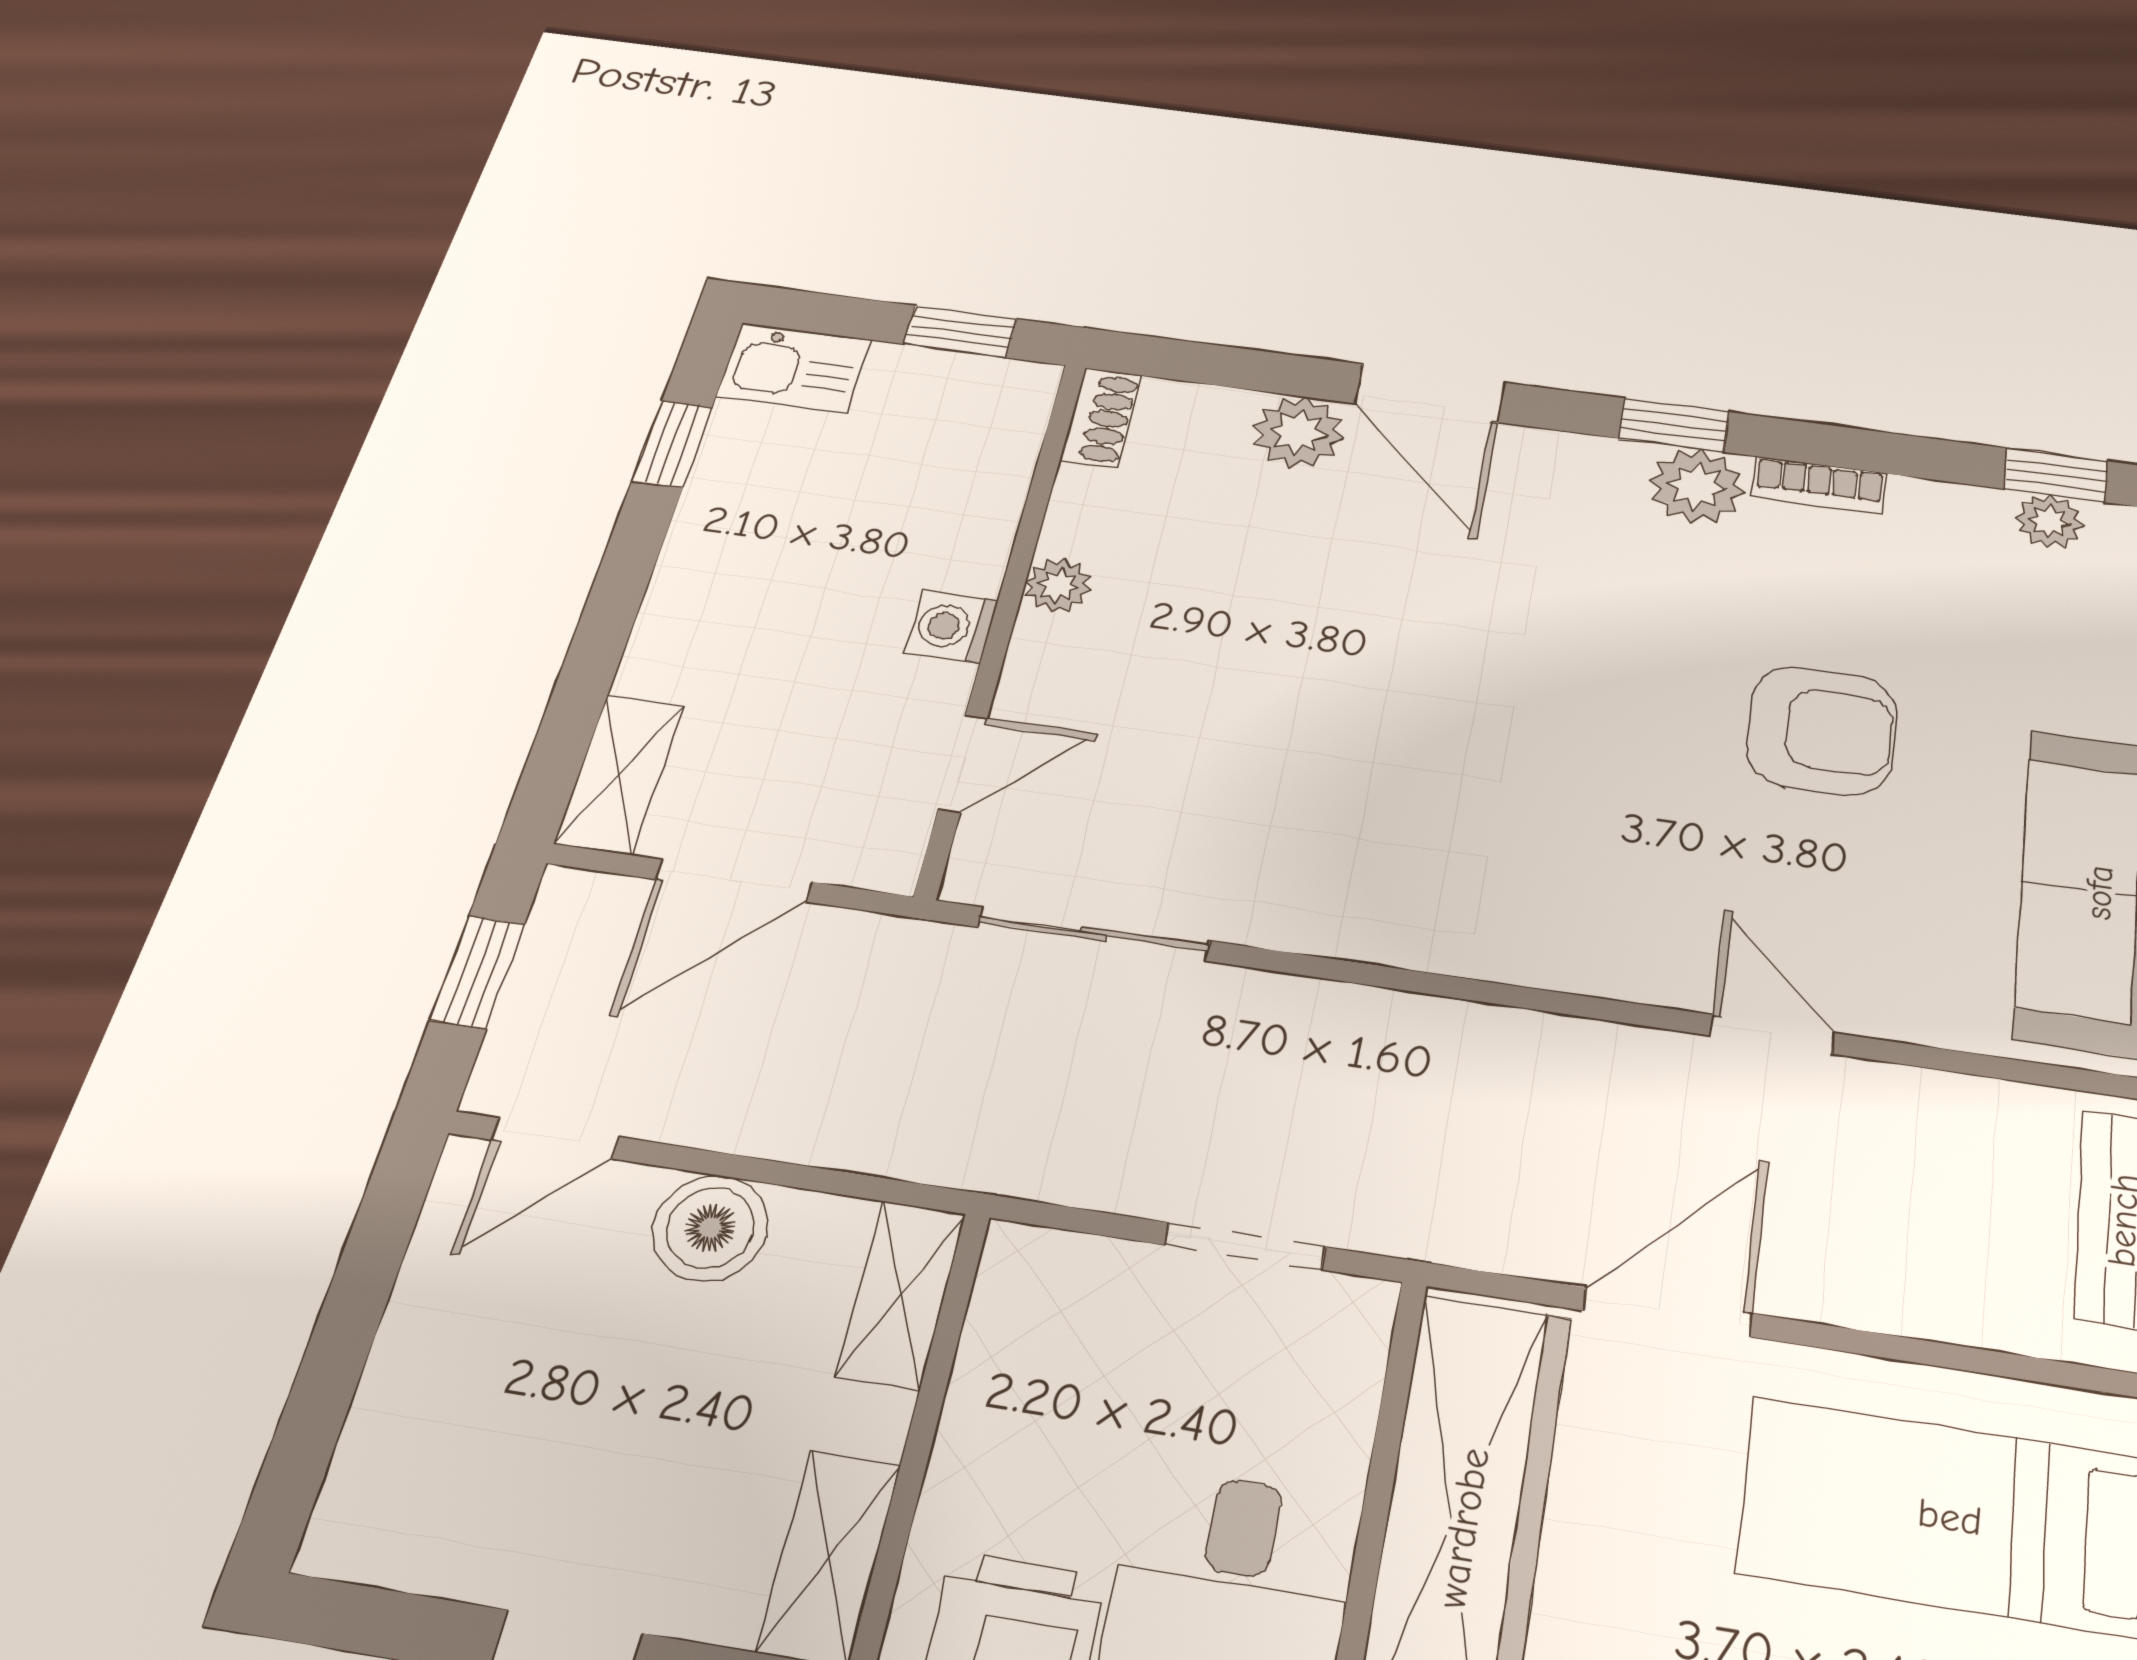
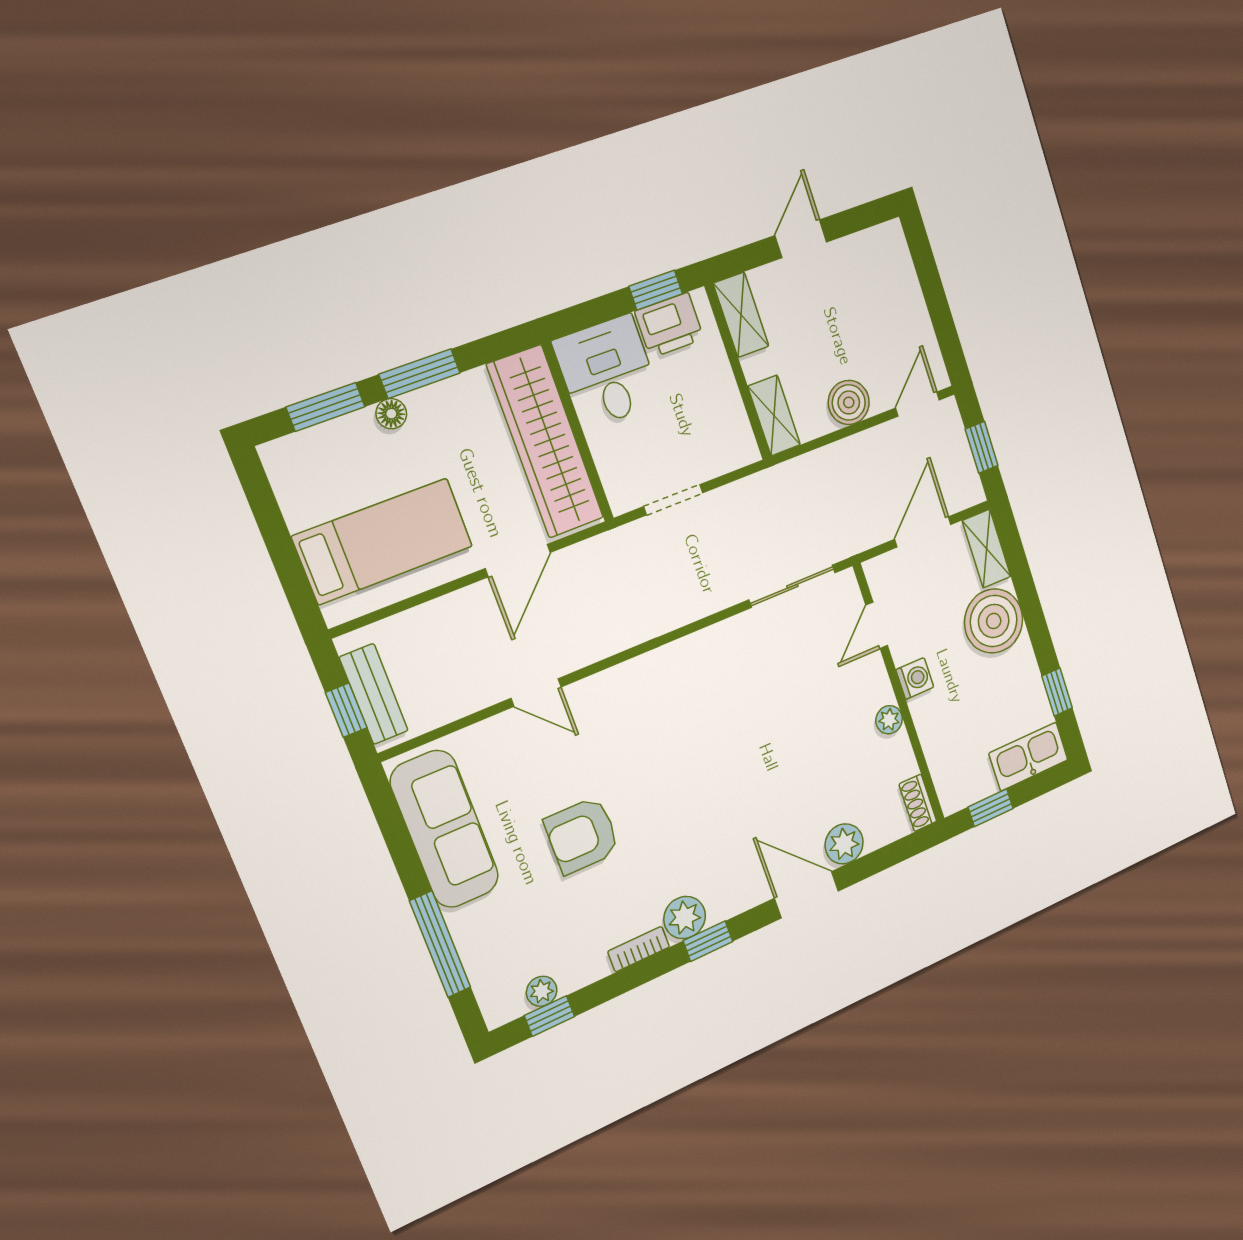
kitchen sink: (794, 368) -> (1028, 757), width x1.38
boiler: (707, 636) -> (994, 621), added

